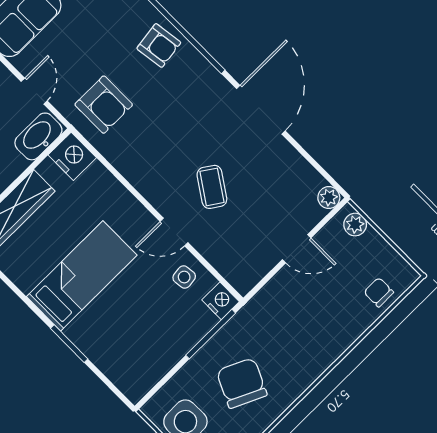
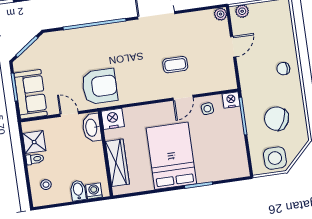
armchair: (159, 45) -> (91, 40), removed
armchair: (104, 105) -> (100, 86), width x1.36, depth x1.36
coffee table: (212, 187) -> (175, 65), turned -34
bed: (82, 276) -> (171, 156), width x1.50
chair: (379, 292) -> (283, 69), moved

